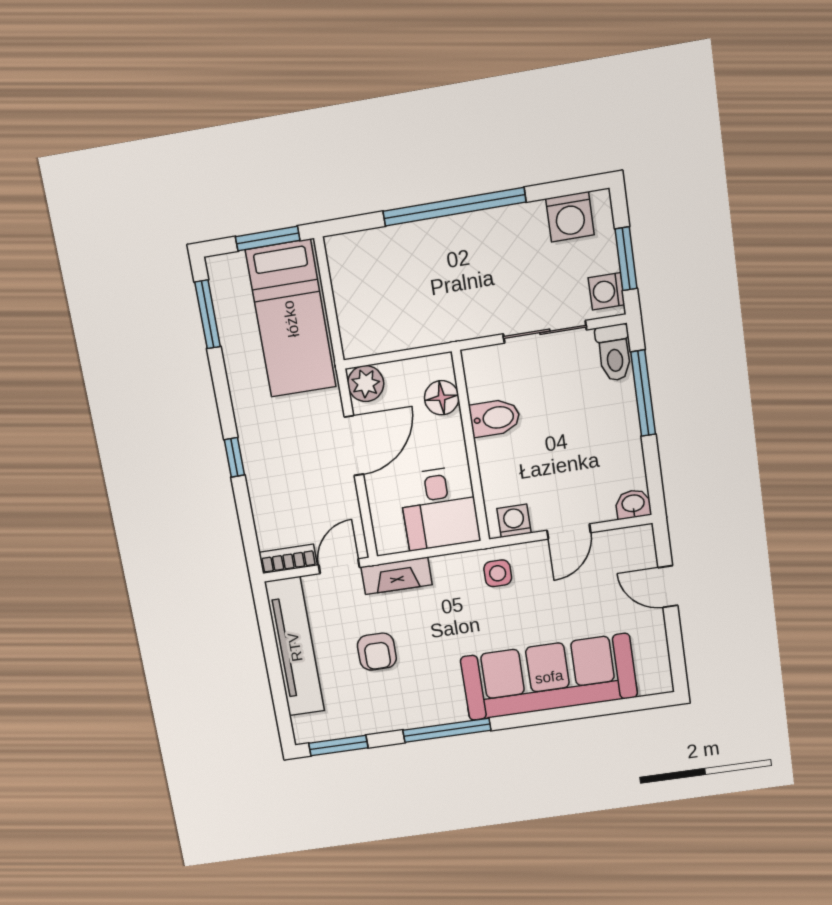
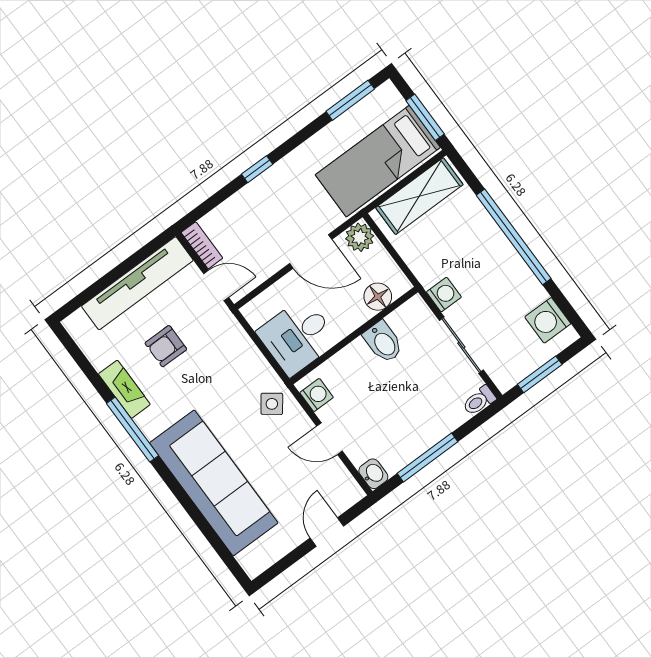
washing machine: (607, 291) -> (444, 295), moved, turned 90
shelving: (353, 292) -> (419, 196), added
toilet: (614, 353) -> (479, 401), width x0.73, depth x0.72
window: (643, 393) -> (428, 457), moved
side table: (498, 573) -> (272, 404), turned 37
fireplace: (397, 576) -> (124, 389), moved, turned 180
window: (338, 746) -> (77, 355), removed

